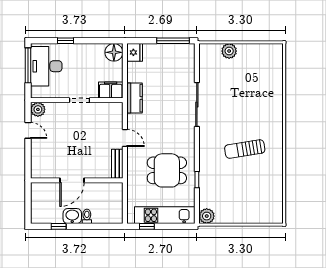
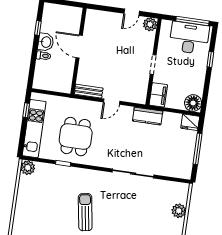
window: (173, 41) -> (197, 149), moved

